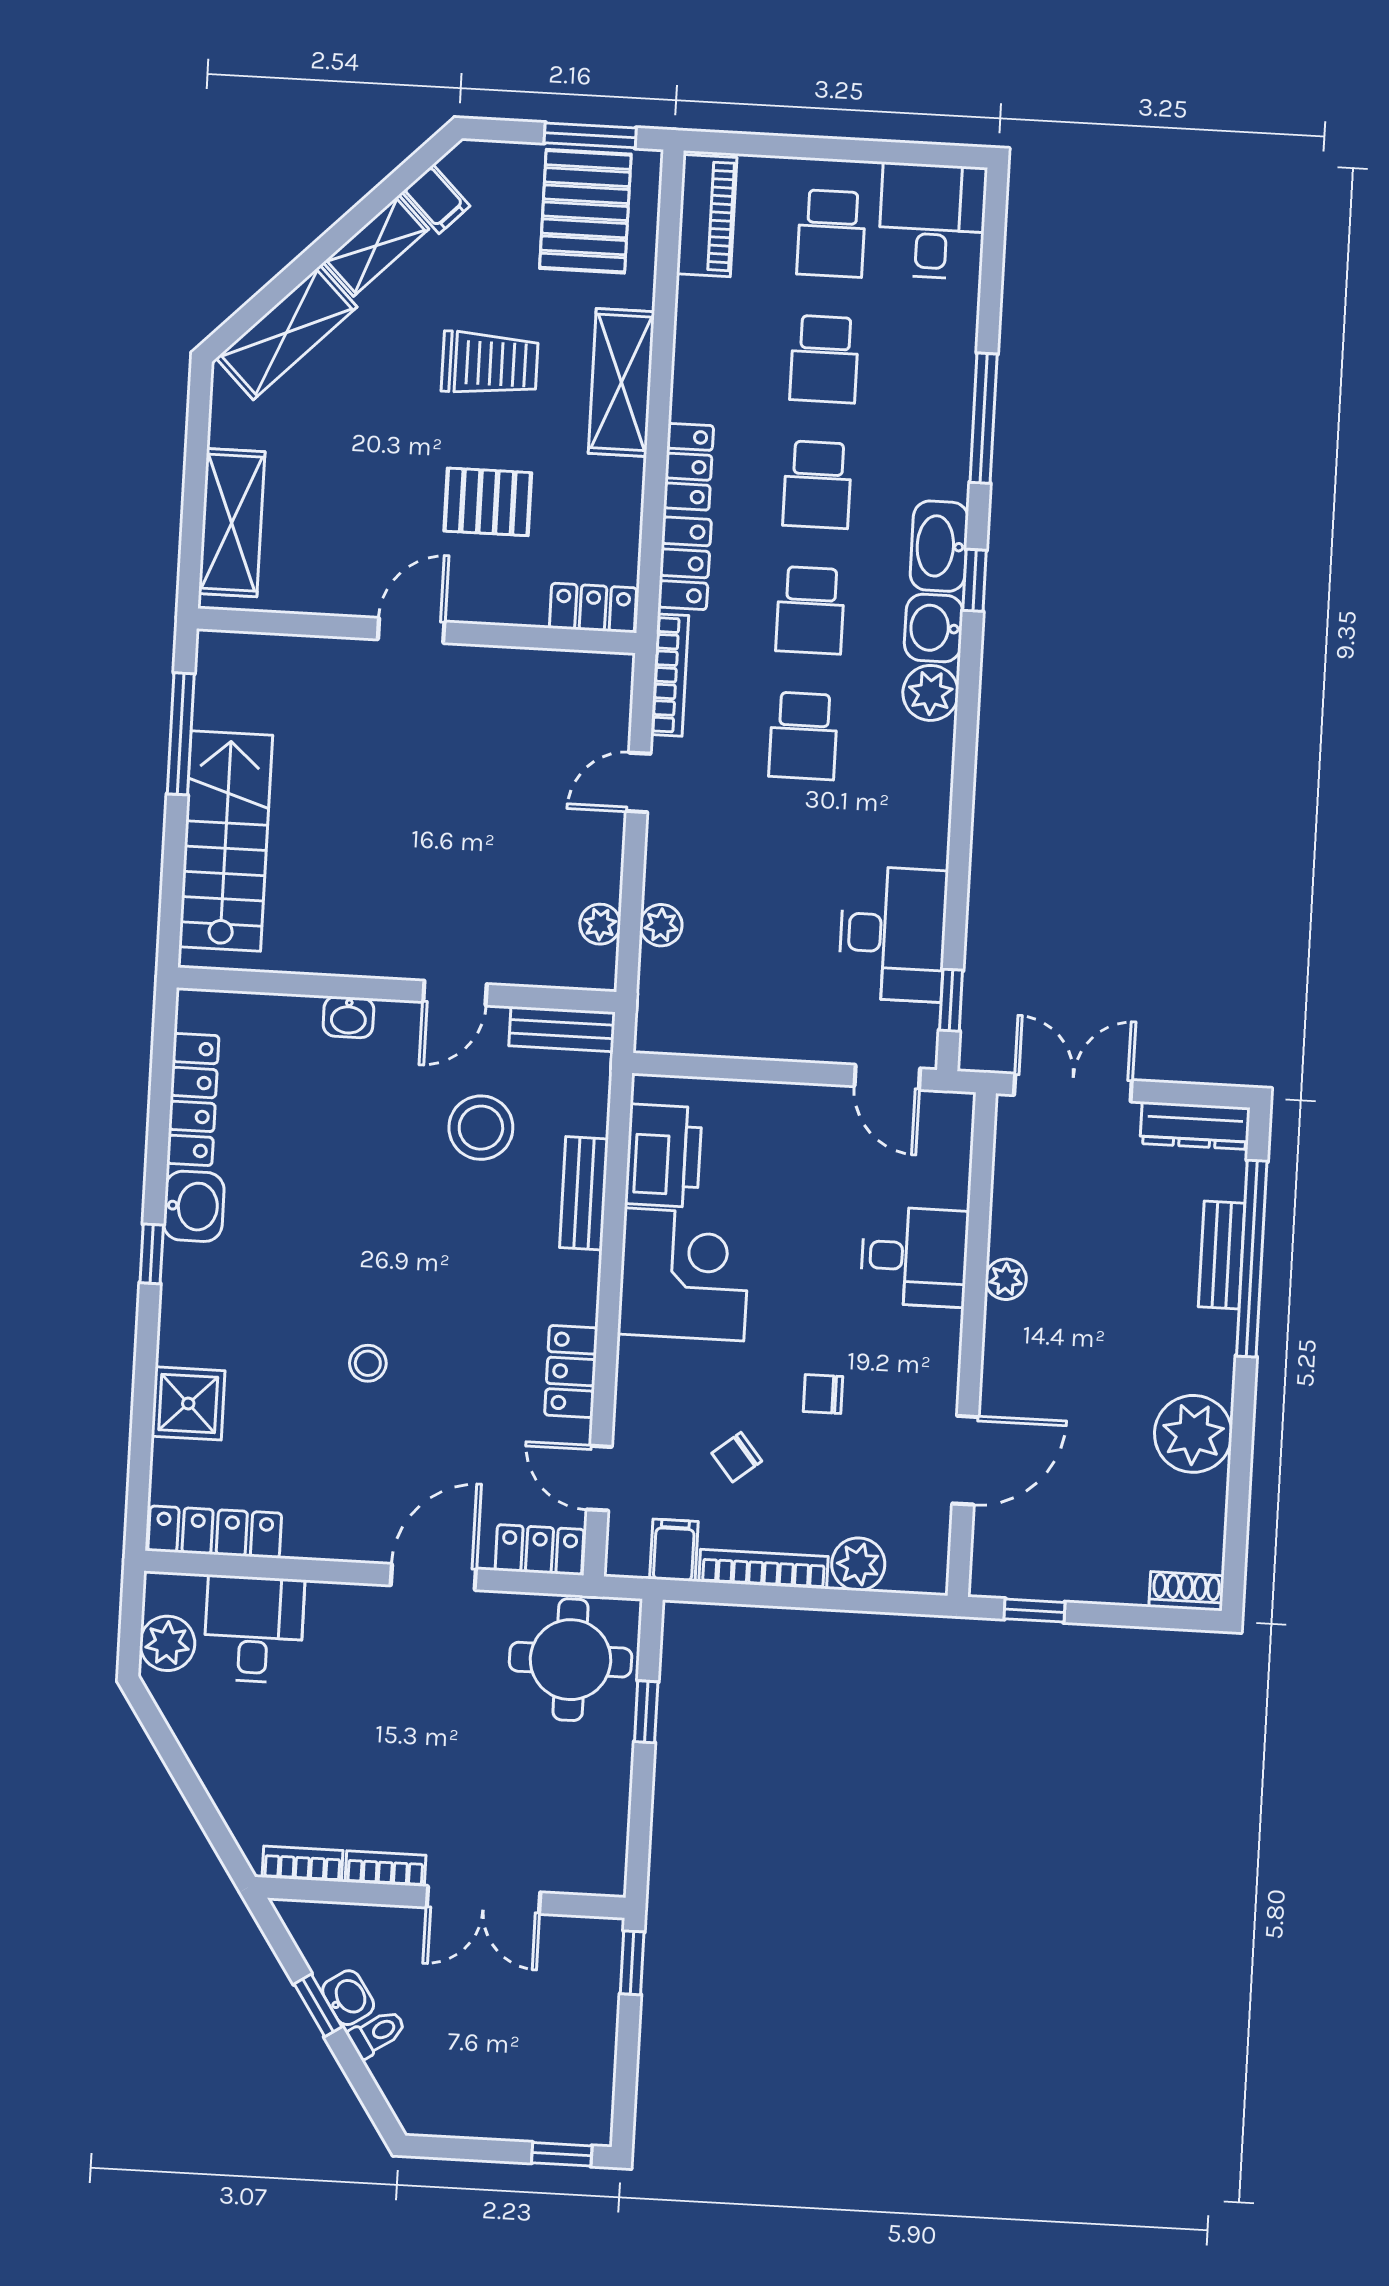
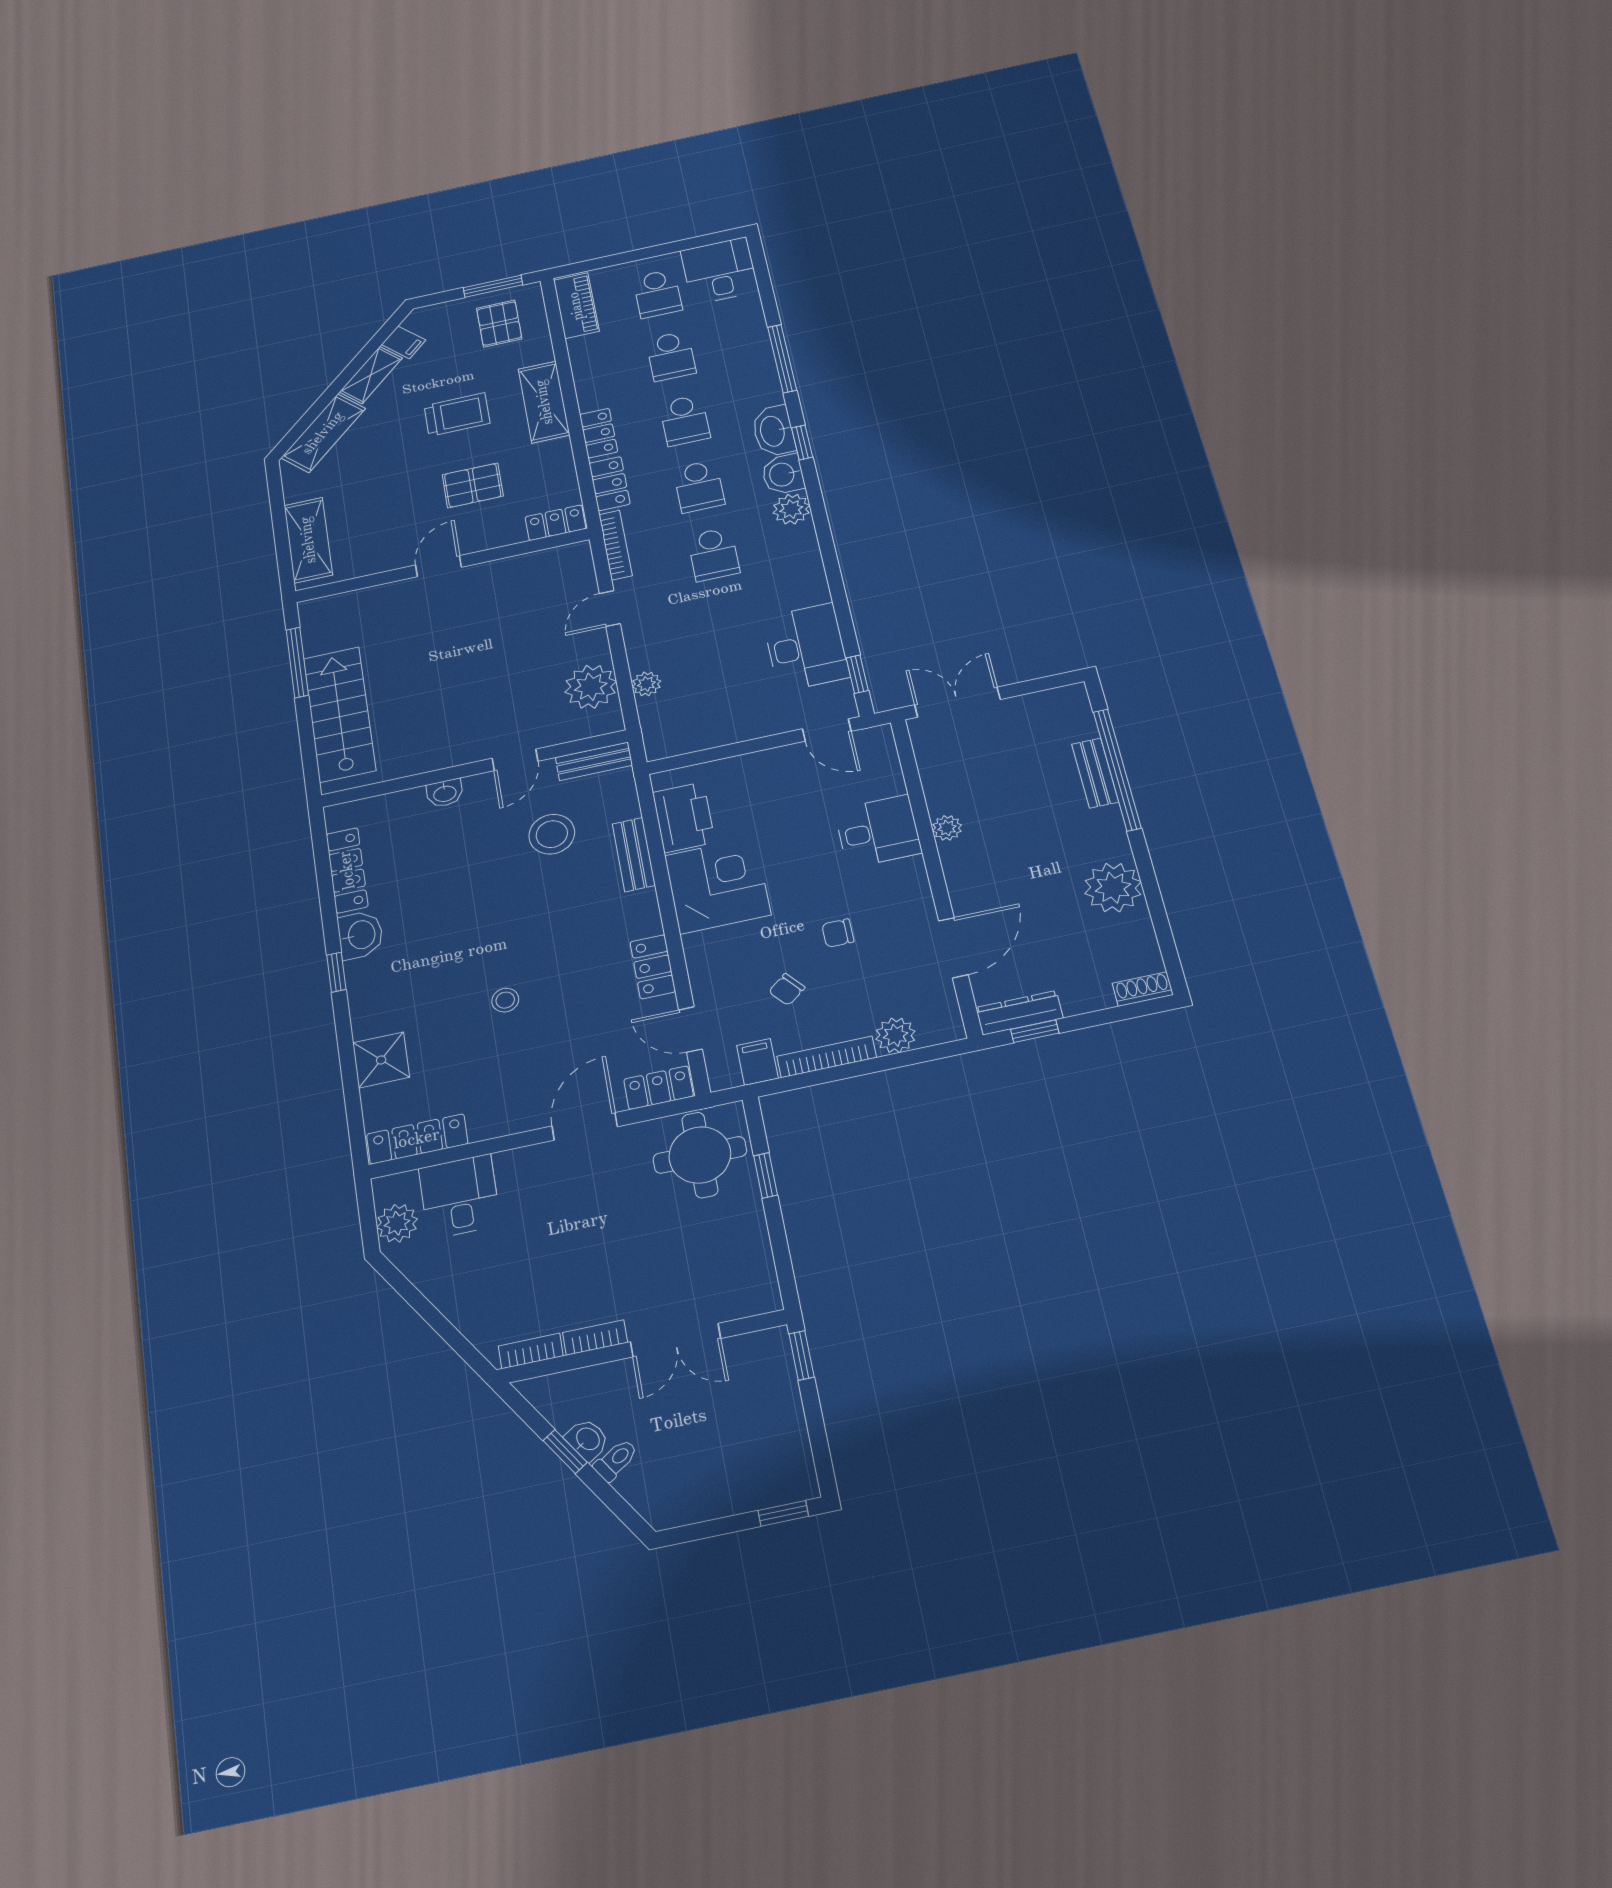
pallet: (585, 211) -> (499, 324), width x0.67, depth x0.71
plant: (600, 924) -> (591, 687), width x1.87, depth x1.87
dresser: (1195, 1126) -> (1019, 1013), moved, turned 180

